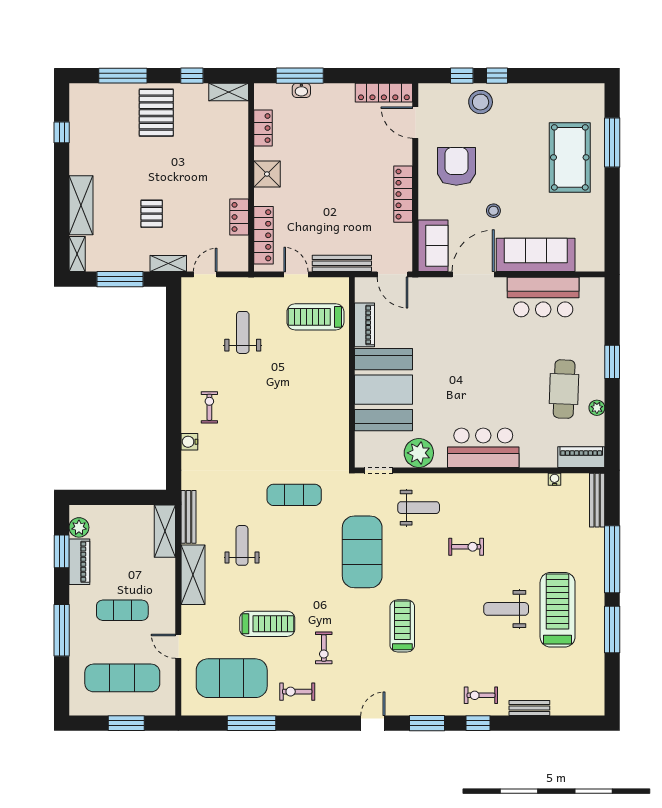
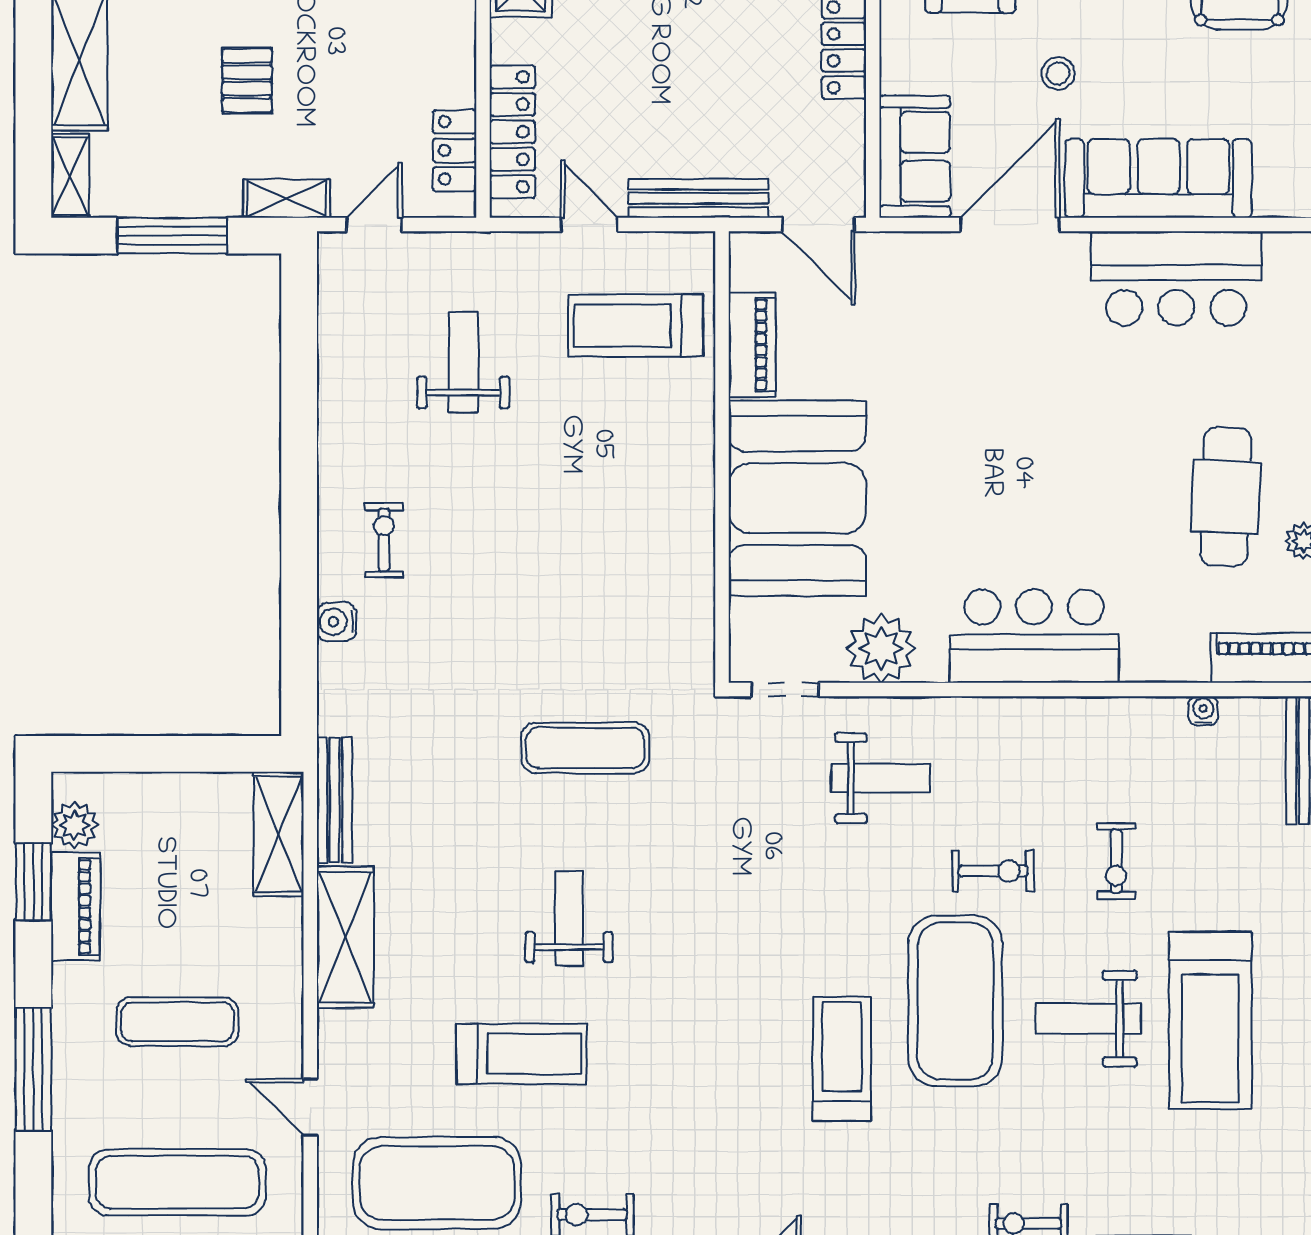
locker: (239, 217) -> (454, 150), moved
weight bench: (242, 545) -> (569, 919), moved
exercise mat: (362, 552) -> (955, 1001), moved
treadmill: (558, 610) -> (1210, 1021), turned 180
exercise bike: (324, 648) -> (1116, 861), moved

